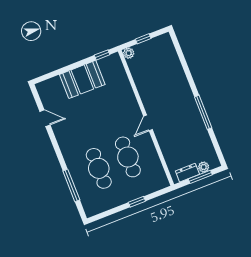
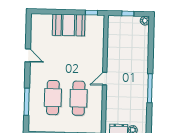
plant: (129, 53) -> (145, 21), moved
door: (45, 118) -> (28, 55), moved

